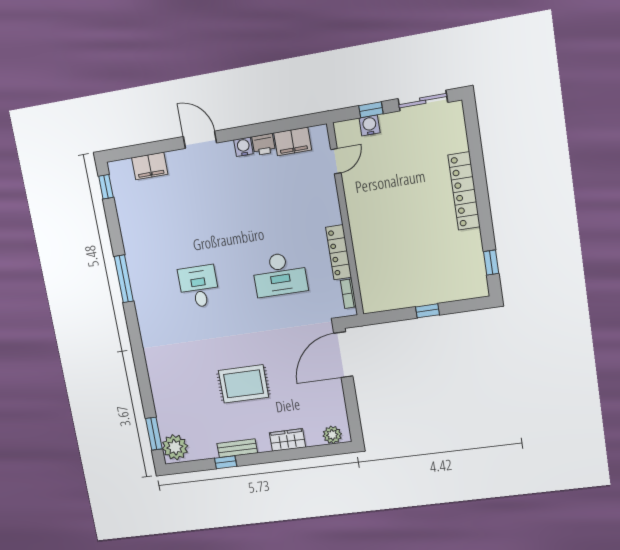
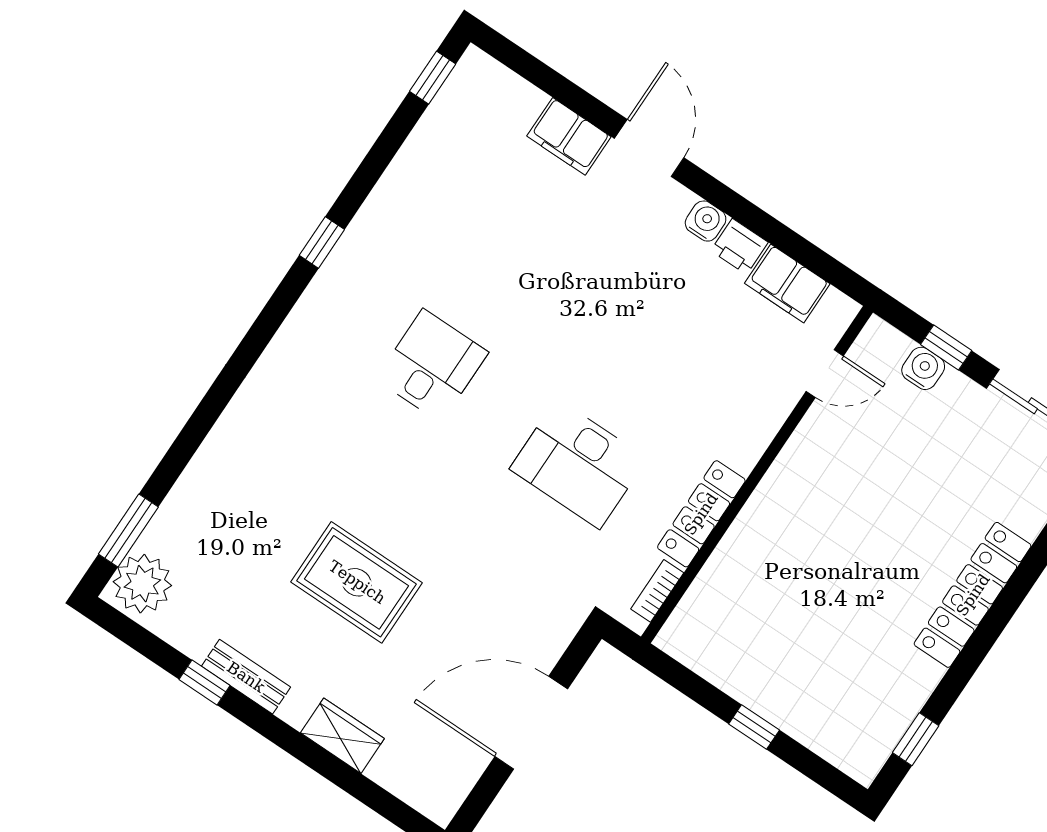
filing cabinet: (150, 166) -> (569, 136), moved
window: (124, 279) -> (322, 242), width x0.46
door: (343, 355) -> (531, 723), moved
plant: (332, 435) -> (423, 791), removed

